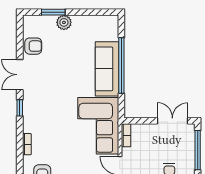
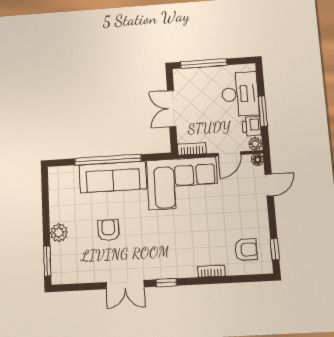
window: (53, 12) -> (47, 261), moved
armchair: (33, 46) -> (108, 230), moved
double door: (172, 121) -> (172, 109), moved

